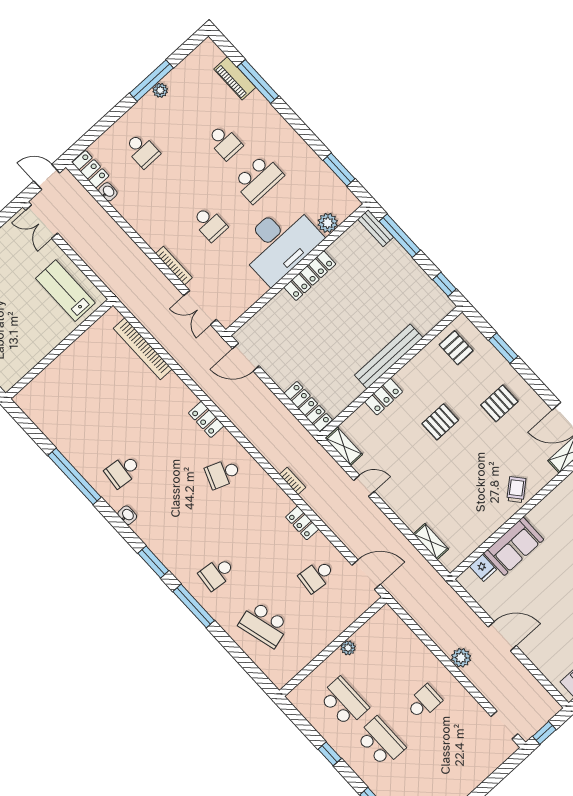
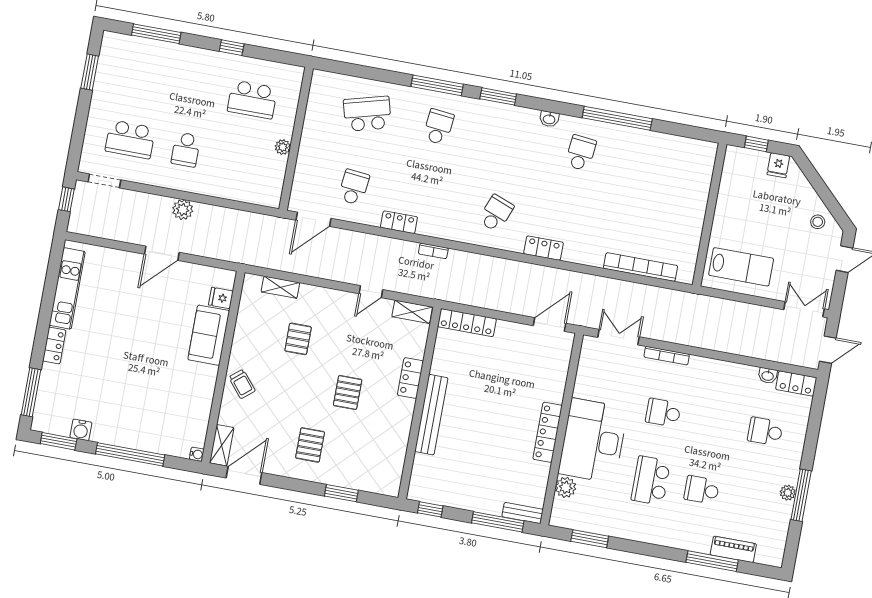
pallet: (456, 348) -> (298, 339), moved, turned 90
school desk: (381, 742) -> (130, 139), moved

